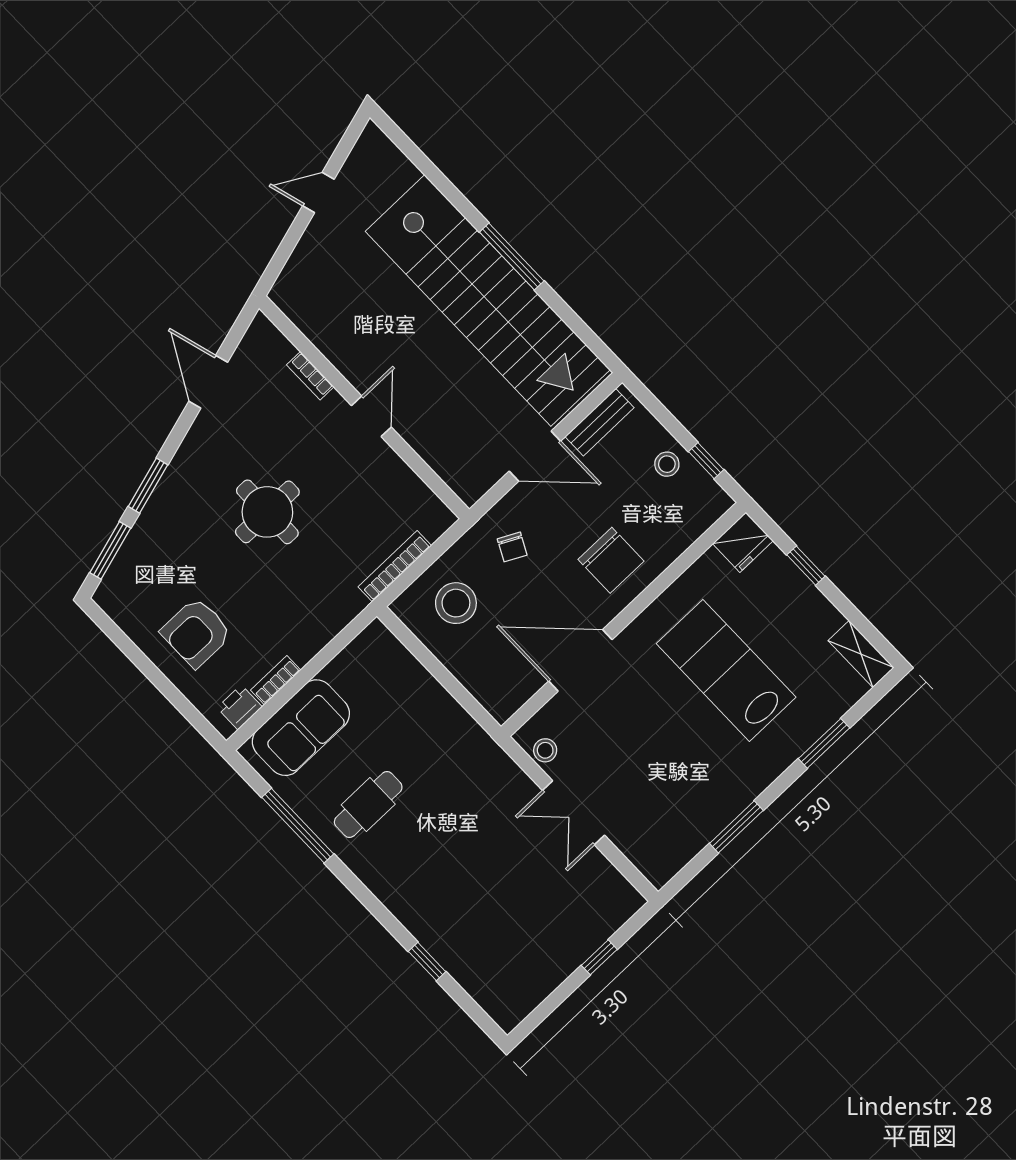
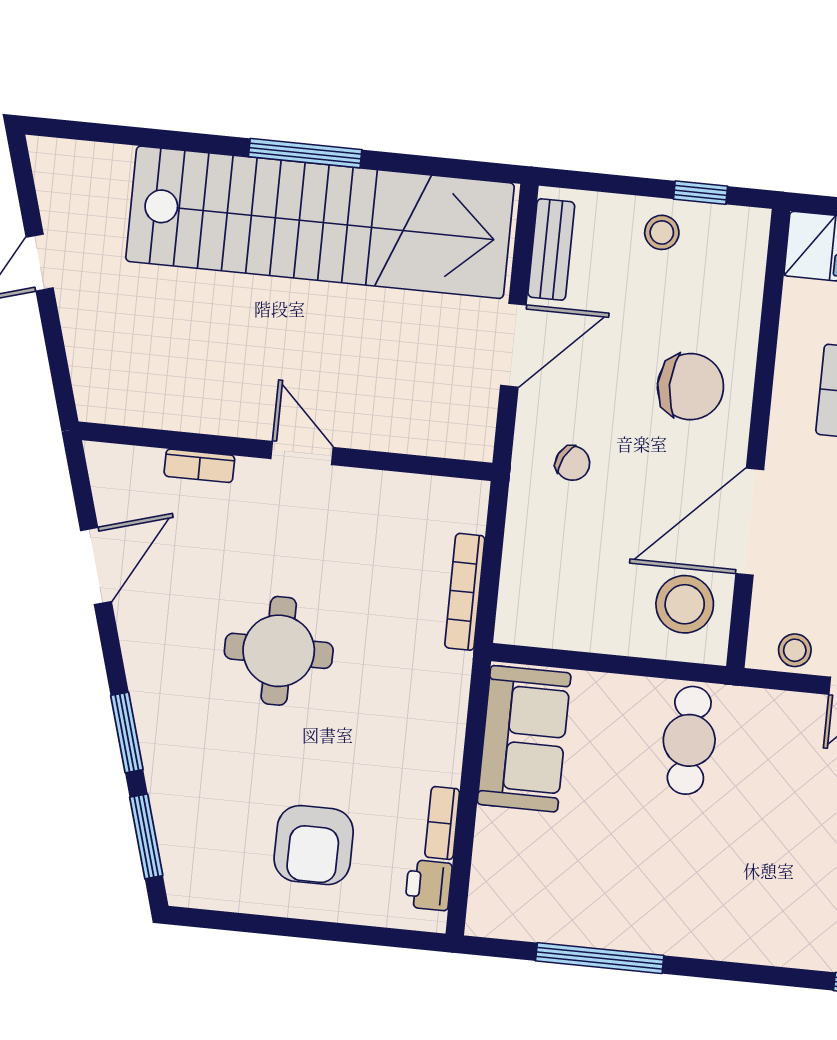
door: (208, 382) -> (96, 566), swing flipped
stool: (456, 603) -> (685, 604), moved
sofa: (301, 728) -> (524, 739), moved
cafe table: (368, 805) -> (689, 740), moved

